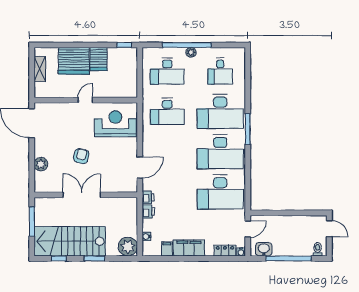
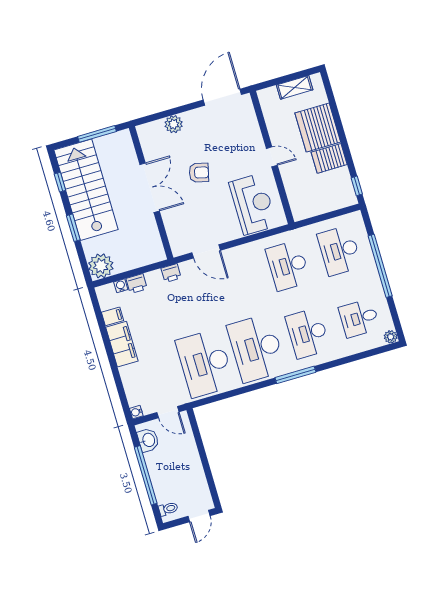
plant: (191, 52) -> (391, 337), moved
desk: (220, 111) -> (308, 333), width x0.73, depth x0.77
printer: (148, 211) -> (137, 284), moved
locker: (225, 251) -> (132, 391), removed

